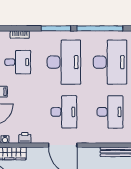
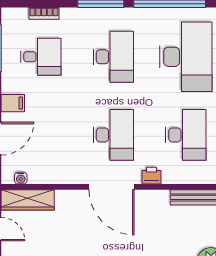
desk: (64, 62) -> (113, 57), width x0.73, depth x0.77
printer: (25, 138) -> (151, 176), moved

